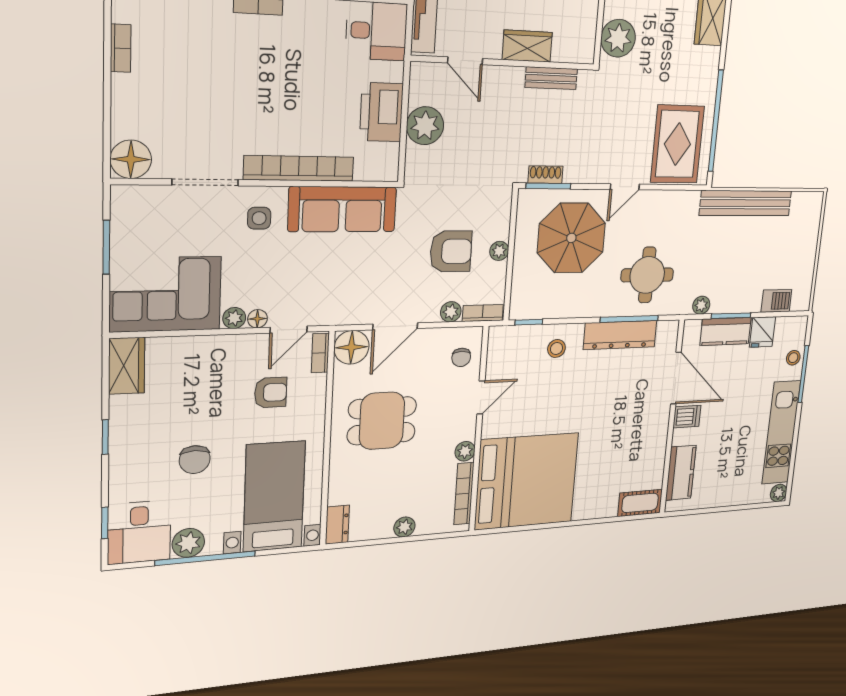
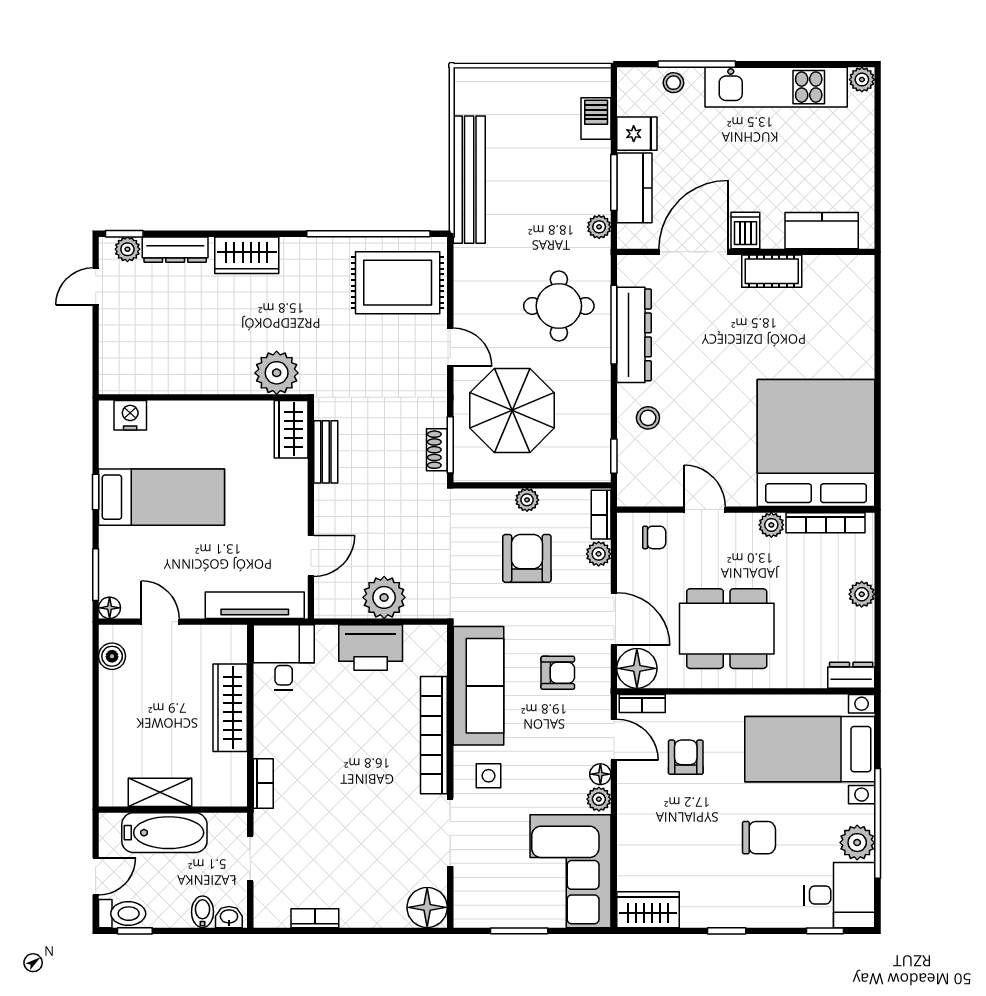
wardrobe: (527, 46) -> (291, 429), moved
armchair: (351, 279) -> (558, 673), added
dining table: (382, 421) -> (727, 629), width x1.38
cot: (640, 503) -> (772, 271), moved, turned 90

